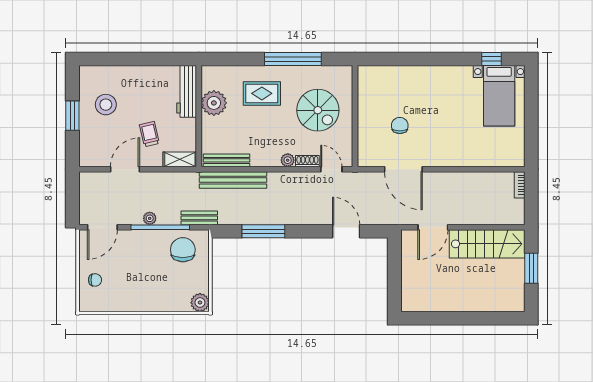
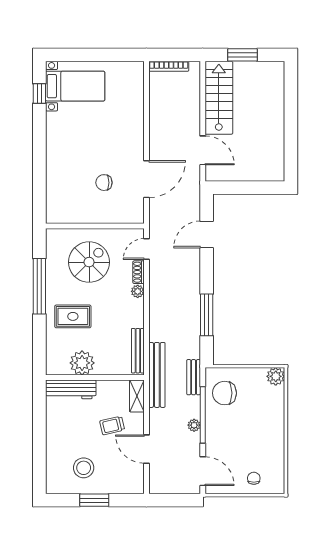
rug: (262, 93) -> (73, 316), turned 90
bench: (233, 180) -> (157, 375), moved
bookcase: (520, 185) -> (169, 66), width x1.56

